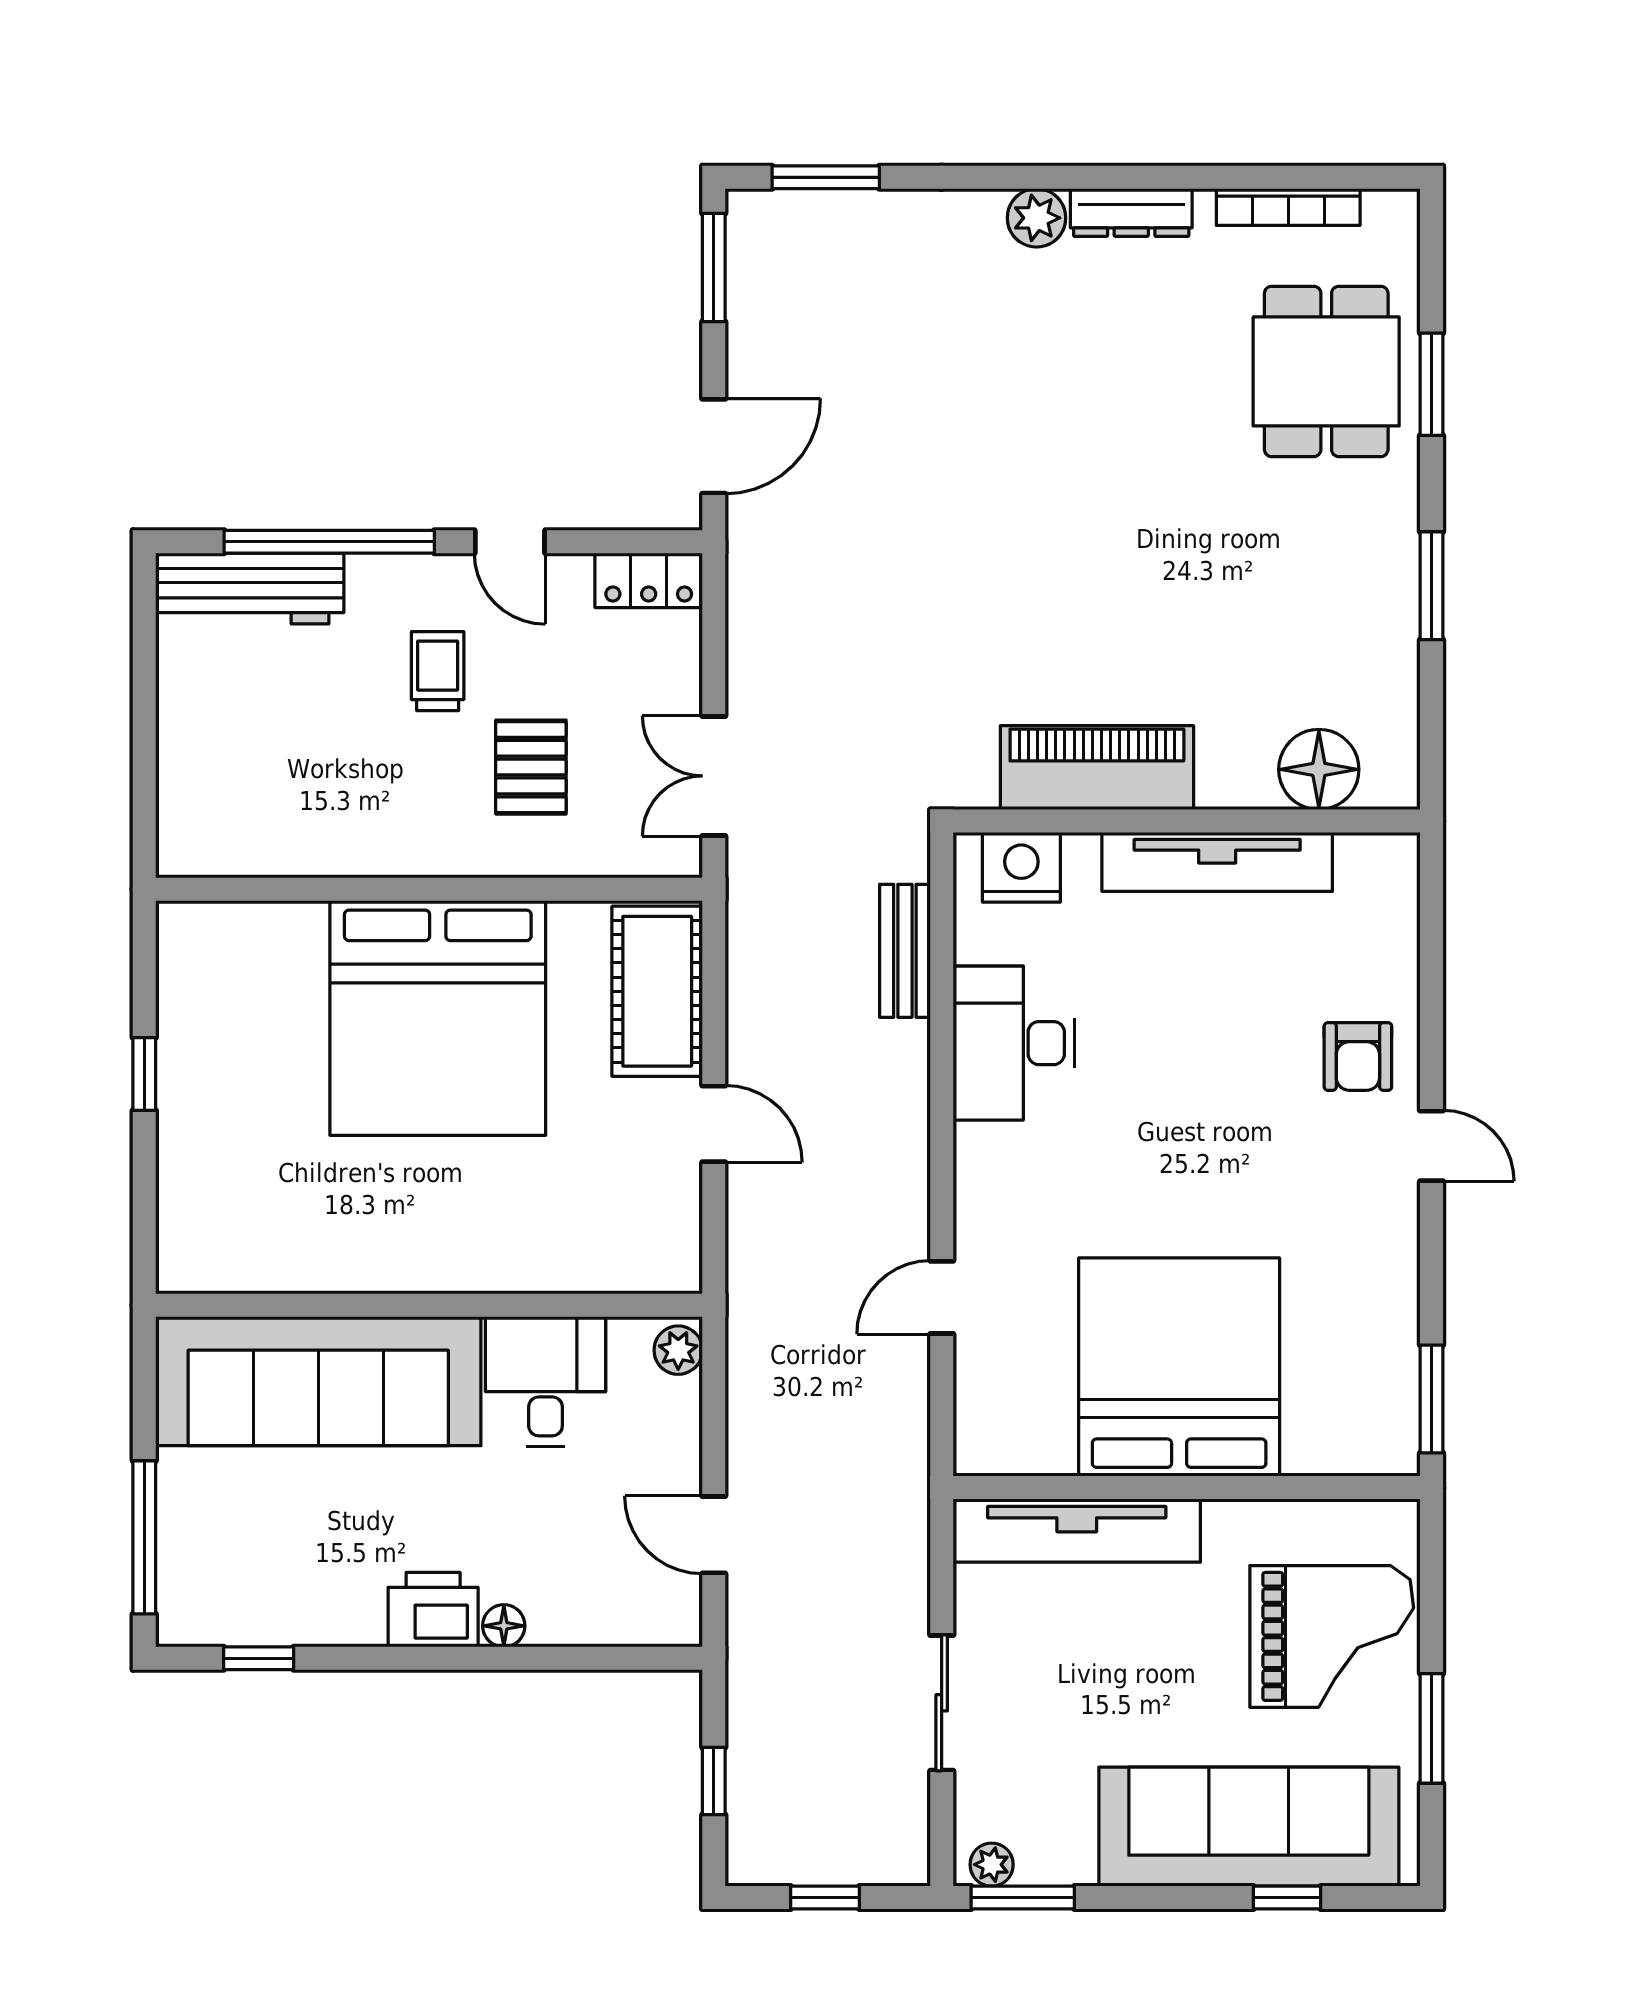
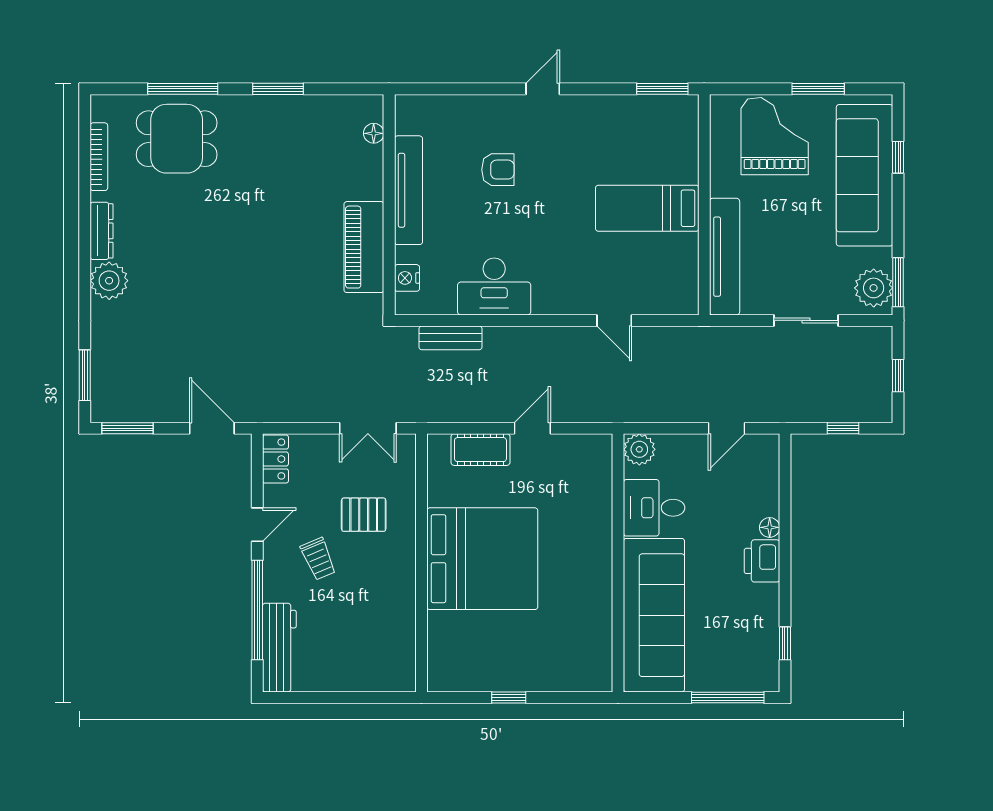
plant: (1037, 218) -> (109, 281), width x1.36, depth x1.36
window: (1432, 384) -> (183, 89), width x1.44
trolley: (438, 671) -> (318, 559), turned -113
floor lamp: (1319, 769) -> (374, 133), width x0.53, depth x0.53
nightstand: (1021, 867) -> (407, 278), width x0.74, depth x0.75
cot: (657, 991) -> (480, 450), width x0.73, depth x0.75
armchair: (1358, 1057) -> (498, 170), moved
plant: (678, 1350) -> (639, 449), width x1.38, depth x1.38
bed: (1179, 1367) -> (647, 208), width x0.49
plant: (992, 1865) -> (874, 288), width x1.87, depth x1.87

